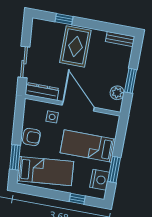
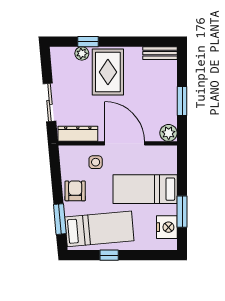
plant: (57, 28) -> (82, 53), added
plant: (117, 93) -> (169, 133), moved
armchair: (31, 137) -> (75, 191), turned -90
window: (77, 199) -> (109, 255), moved

